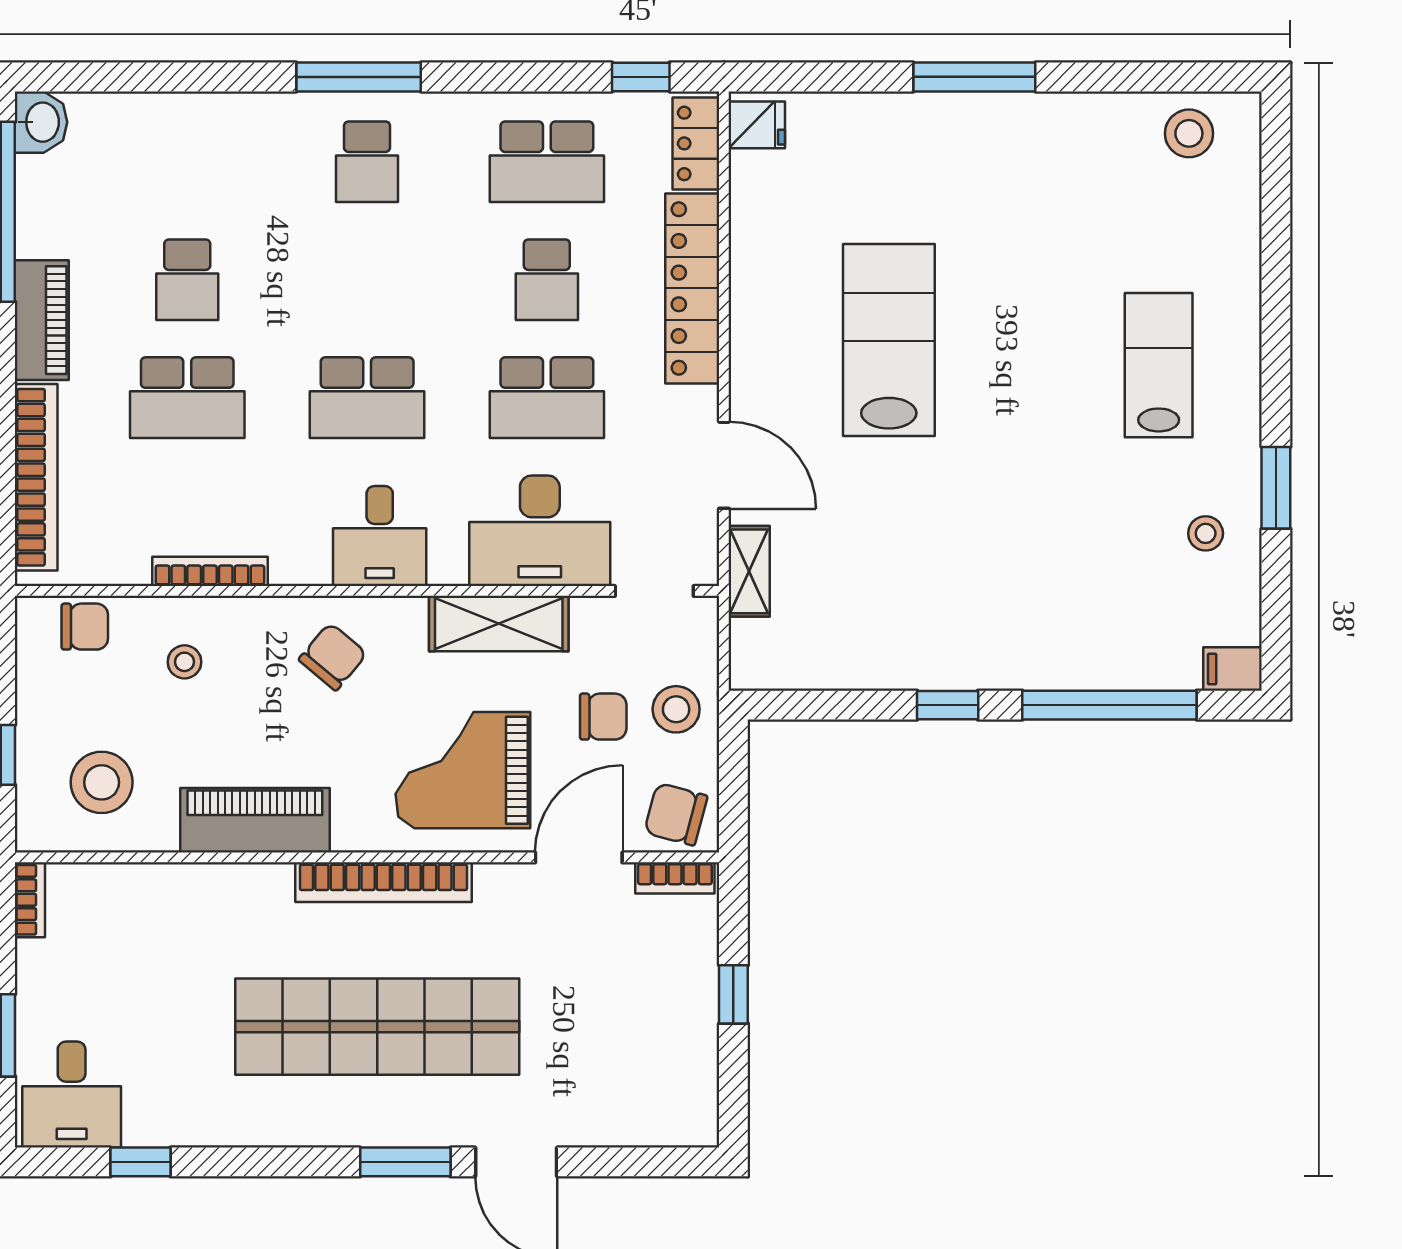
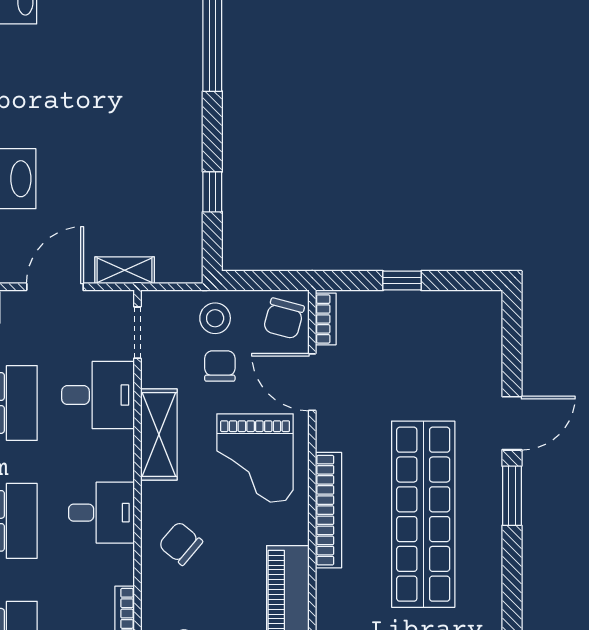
desk: (540, 531) -> (98, 395), width x0.73
window: (948, 705) -> (212, 192), moved

